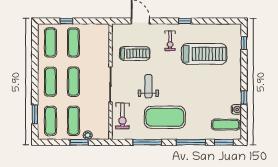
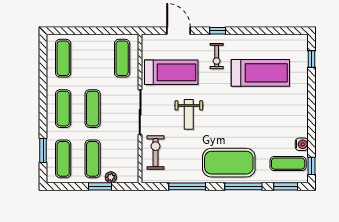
window: (66, 21) -> (84, 31), removed
window: (185, 21) -> (218, 31), moved
exercise mat: (73, 42) -> (122, 58), moved
treadmill: (135, 53) -> (171, 72), width x1.37, depth x1.38
weight bench: (148, 86) -> (189, 114), turned 180
window: (244, 97) -> (312, 166), moved
exercise bike: (122, 116) -> (156, 153), turned 180
exercise mat: (165, 117) -> (229, 163), moved

